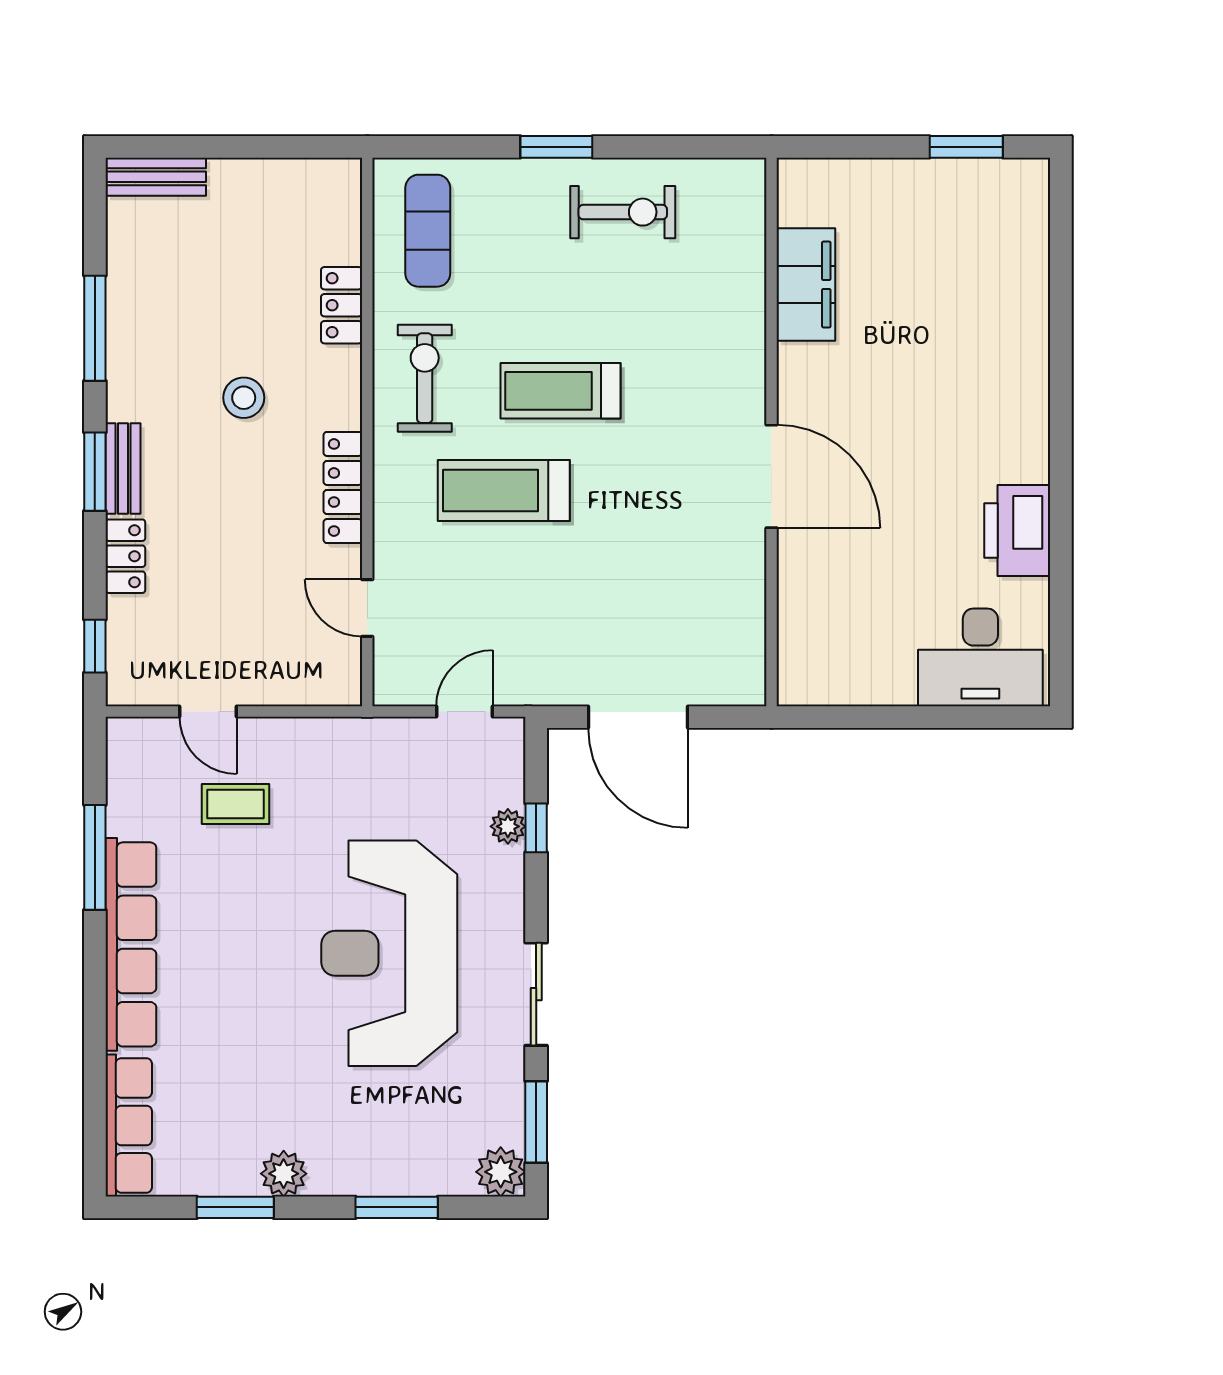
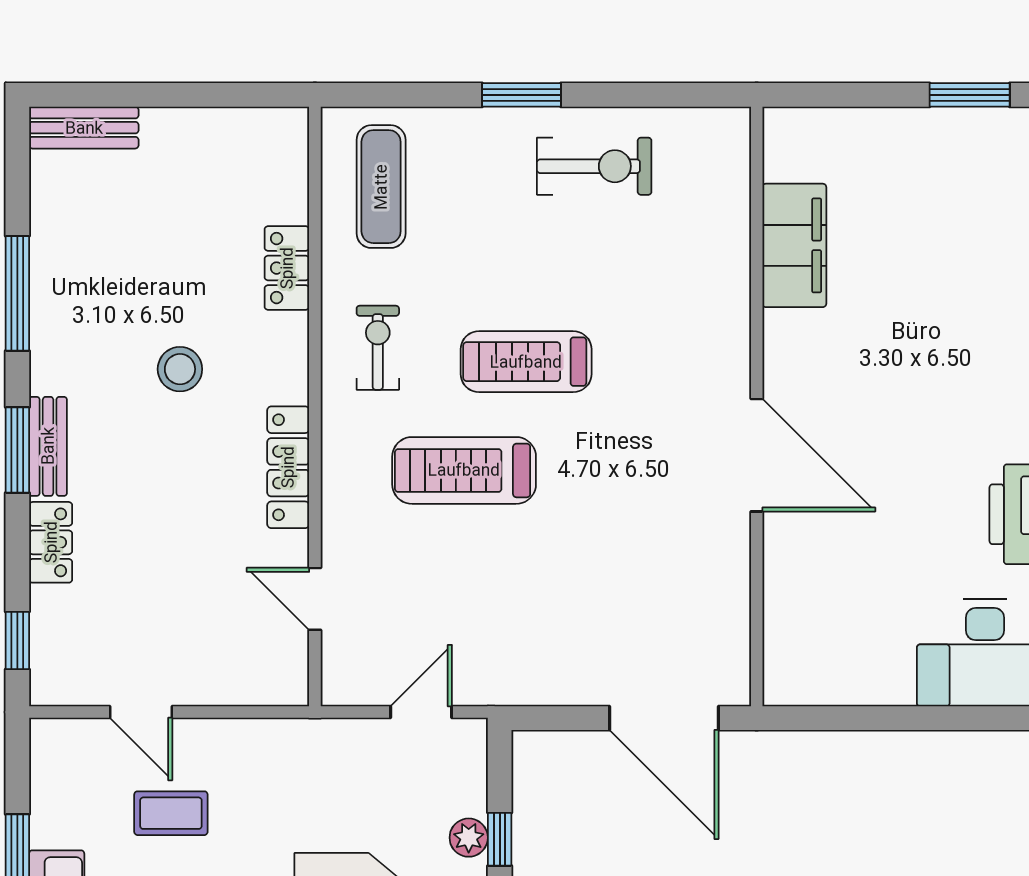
exercise bike: (425, 378) -> (378, 348), width x0.73, depth x0.72
door: (638, 717) -> (664, 718), moved

